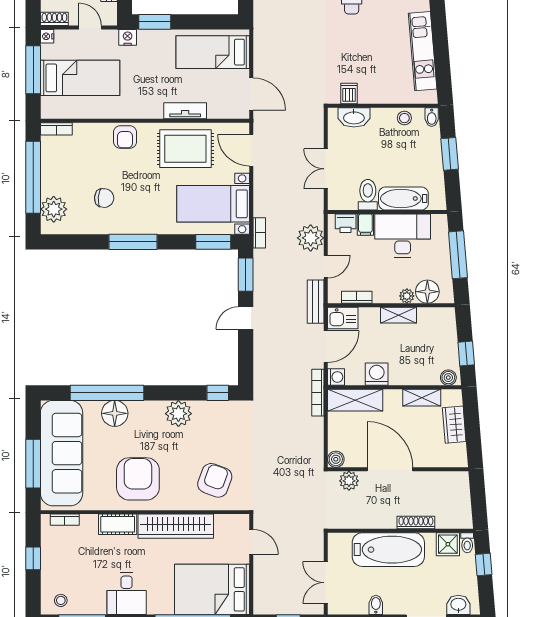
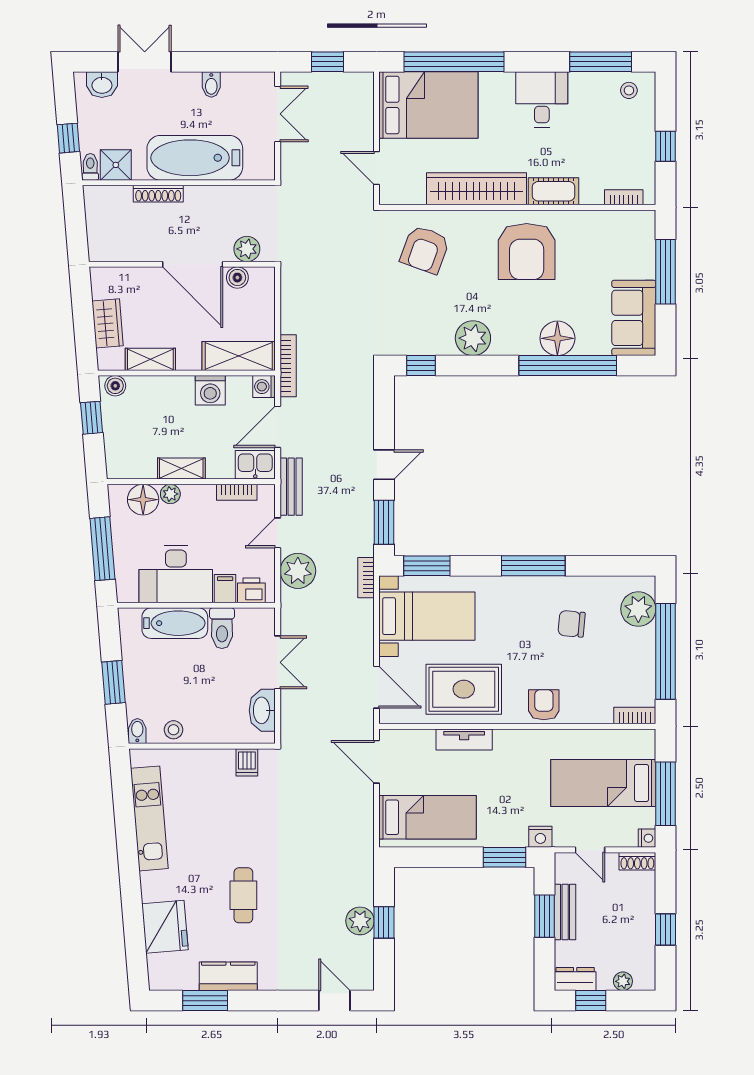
washbasin: (354, 117) -> (262, 710), moved, turned -90
sofa: (62, 453) -> (634, 318), width x0.54, depth x0.79
boiler: (336, 459) -> (237, 278), moved

